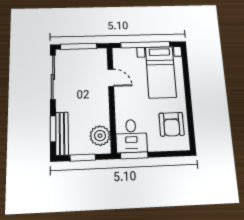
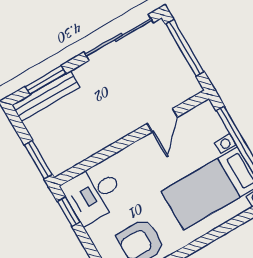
plant: (100, 136) -> (71, 150), removed
window: (134, 155) -> (69, 212), width x0.67
window: (83, 158) -> (38, 160), moved

